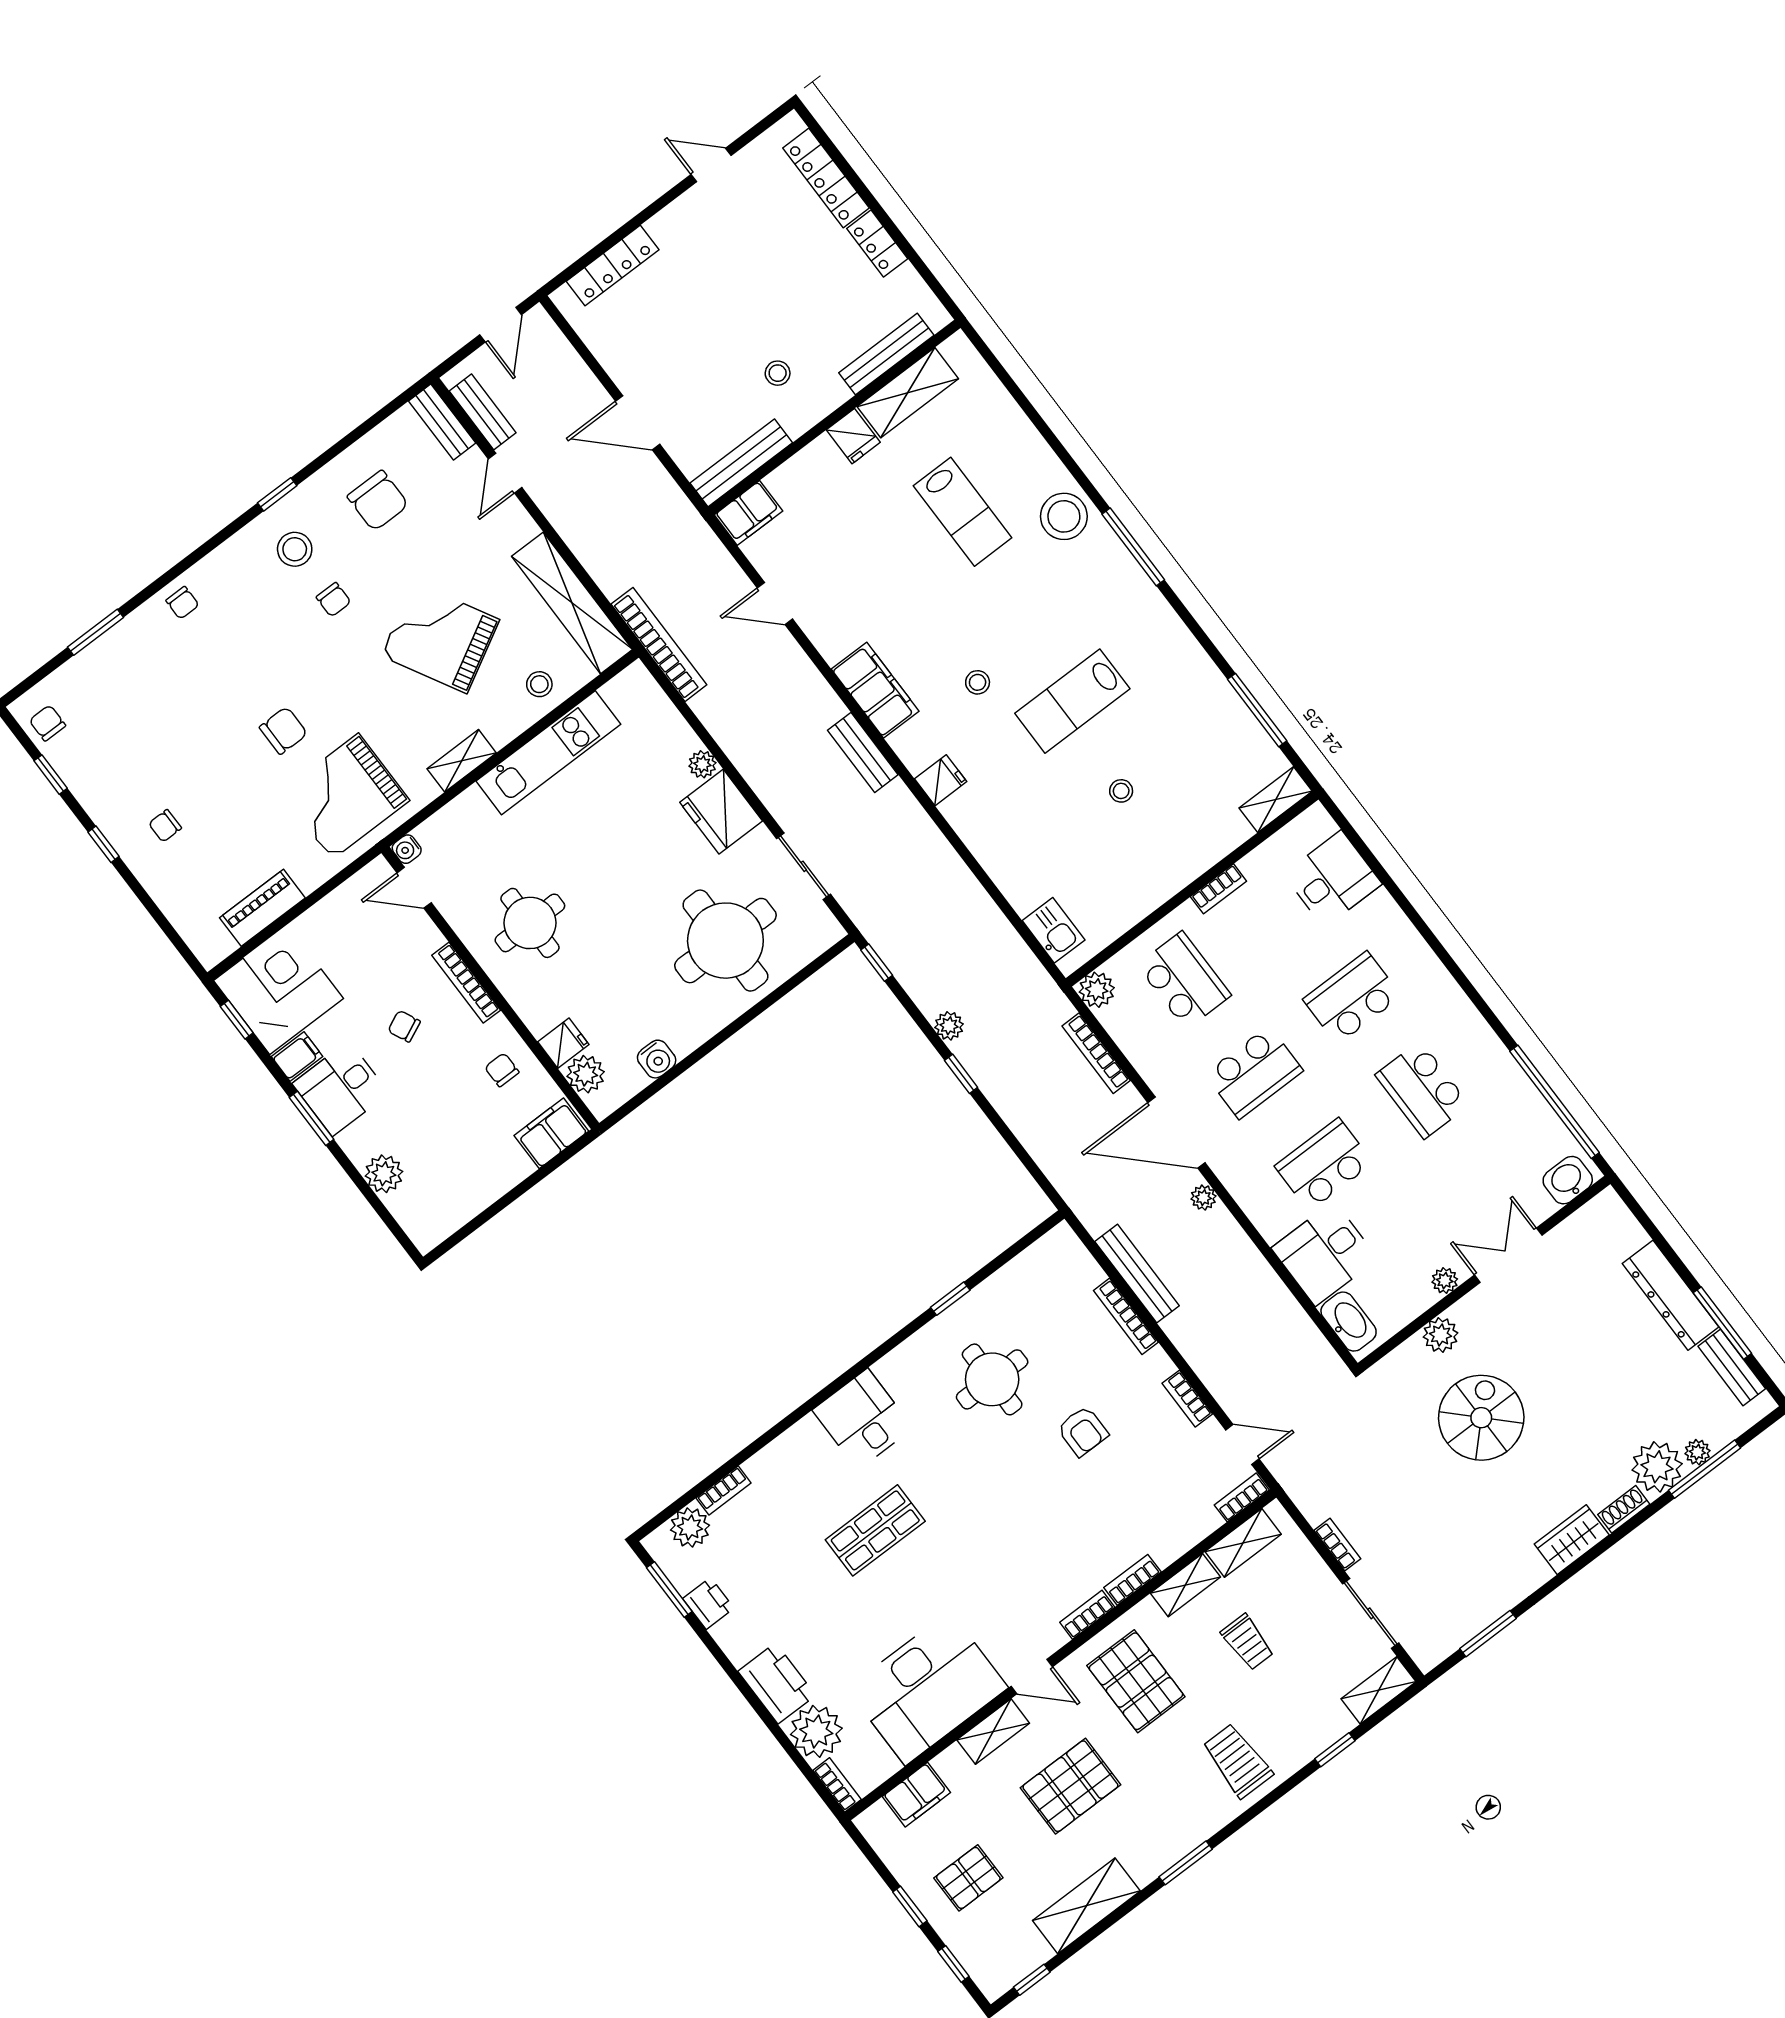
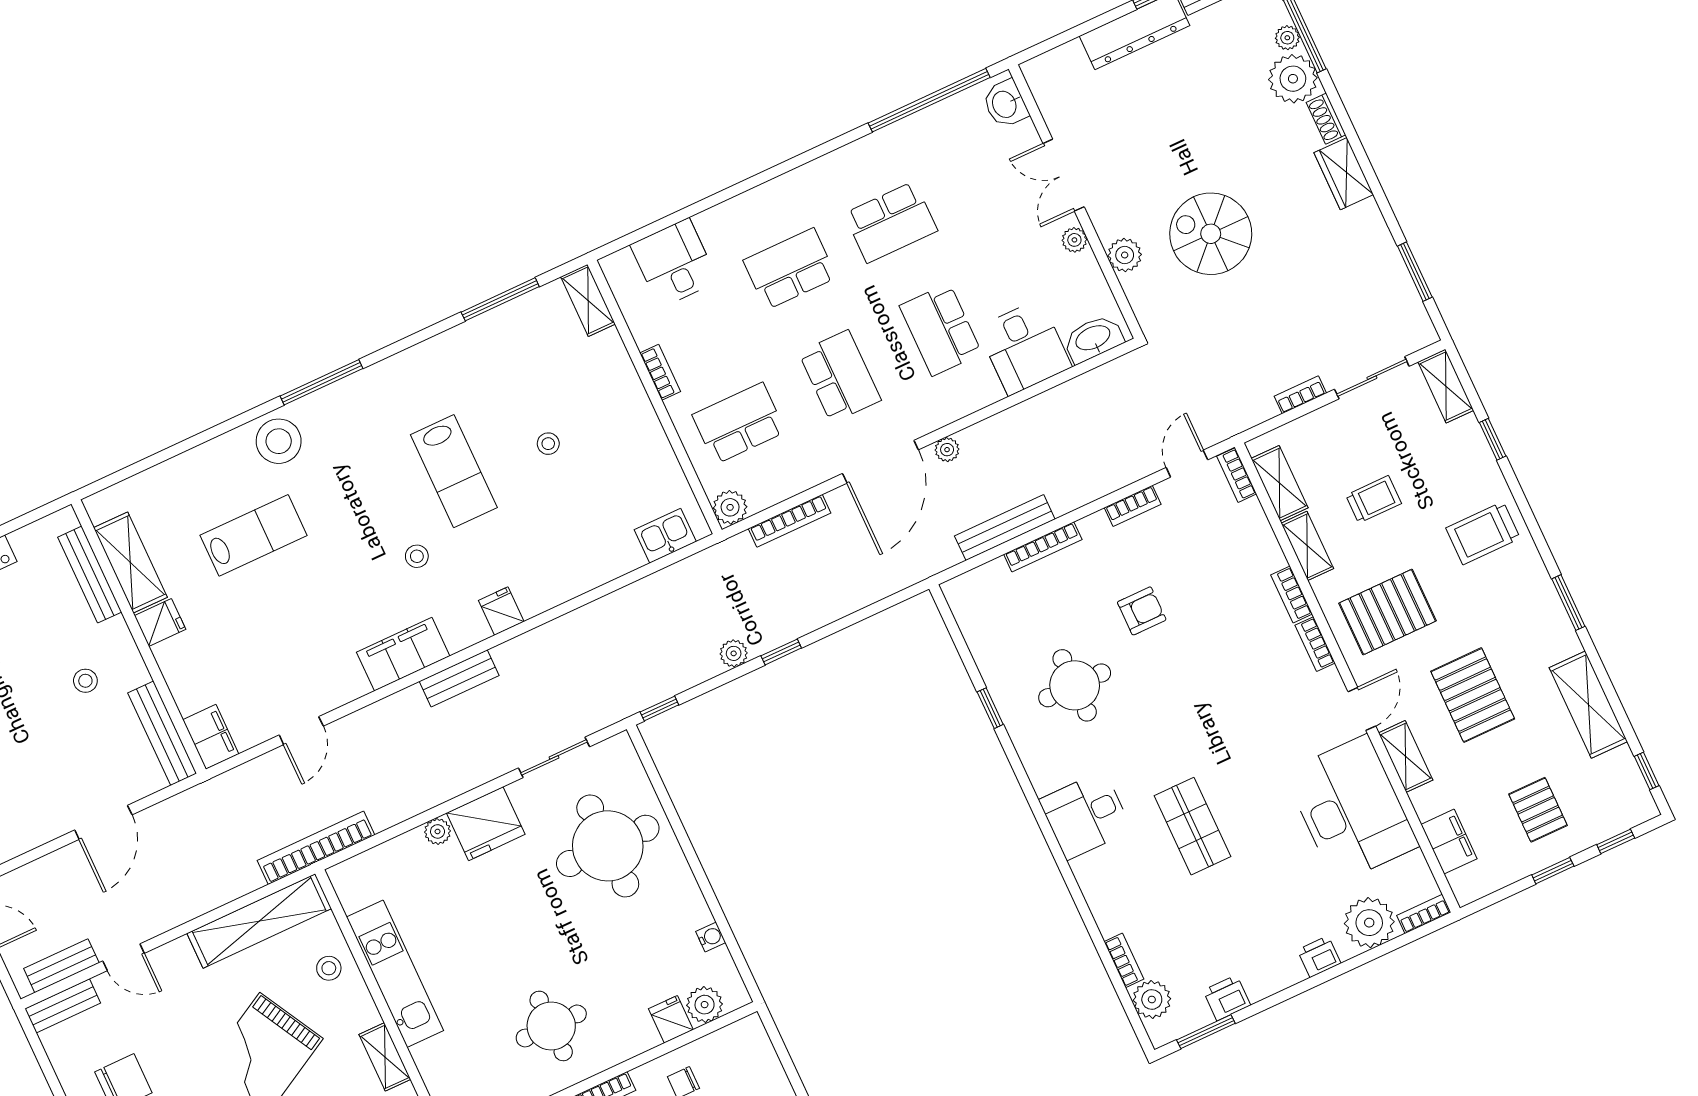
school desk: (1352, 998) -> (790, 269), turned 90
water cooler: (657, 1059) -> (711, 937), width x0.72, depth x0.72
filing cabinet: (551, 1133) -> (753, 1049), removed
printer: (777, 1683) -> (1319, 957), width x0.53, depth x0.68

